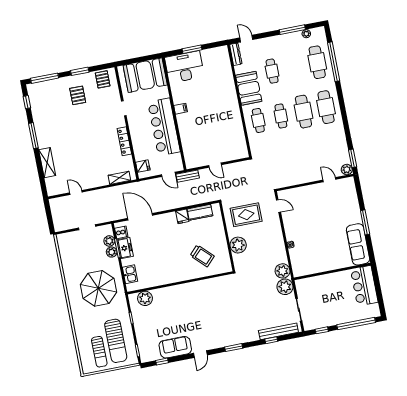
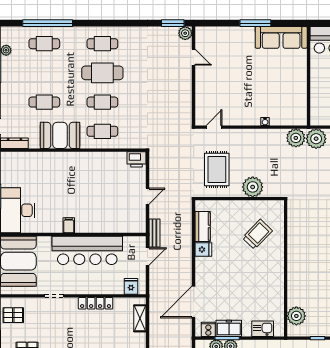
cafe table: (317, 62) -> (44, 44), width x0.73, depth x0.74
cafe table: (326, 107) -> (102, 44), width x0.73, depth x0.74
printer: (242, 151) -> (137, 159), added
door: (329, 180) -> (194, 57), swing flipped

